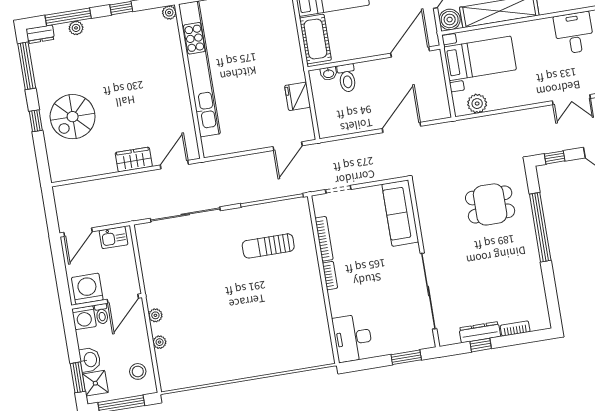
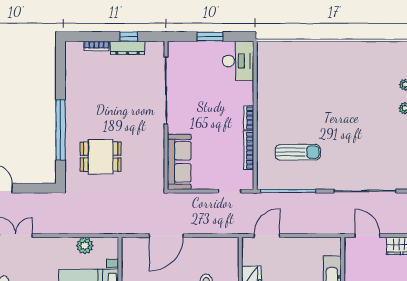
plant: (477, 104) -> (85, 246), moved
window: (555, 157) -> (38, 188), removed
door: (174, 165) -> (367, 236), swing flipped
window: (406, 357) -> (210, 37), moved

